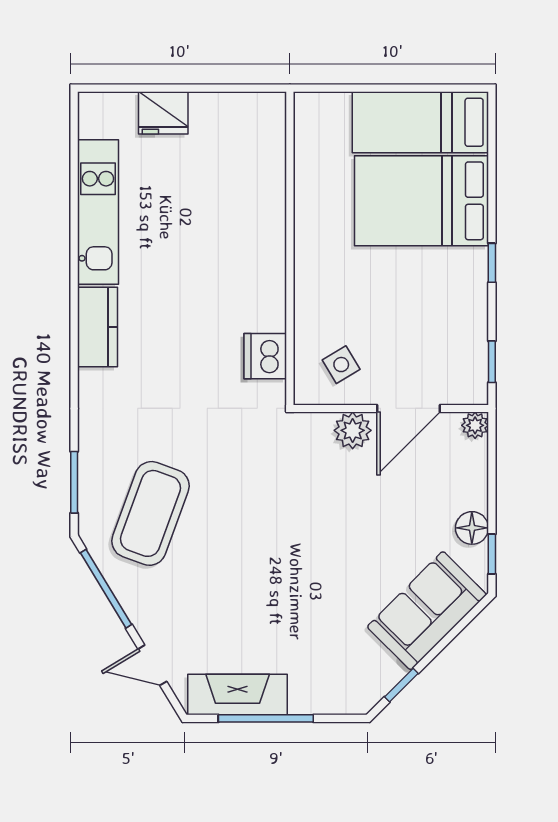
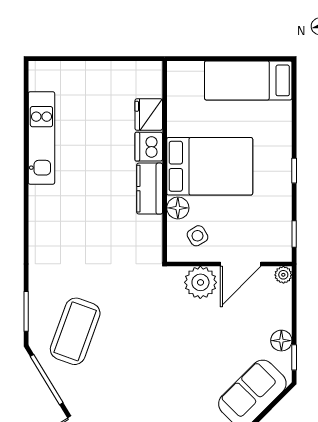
fridge: (163, 113) -> (149, 115), moved, turned 90
bed: (422, 201) -> (210, 166), moved, turned 180
floor lamp: (311, 321) -> (178, 208), added
kitchen counter: (97, 327) -> (150, 189), moved, turned 180
dishwasher: (265, 356) -> (149, 147), moved
plant: (353, 430) -> (200, 282), width x1.36, depth x1.36

